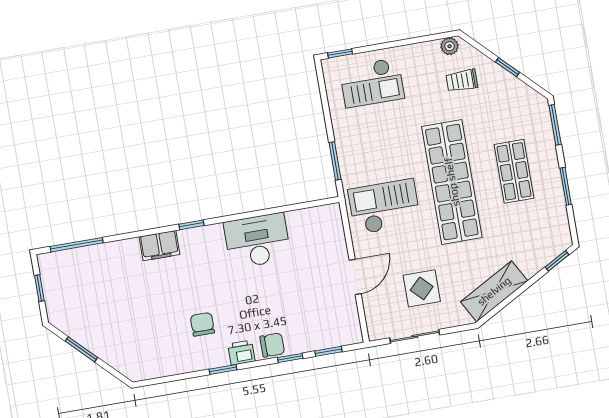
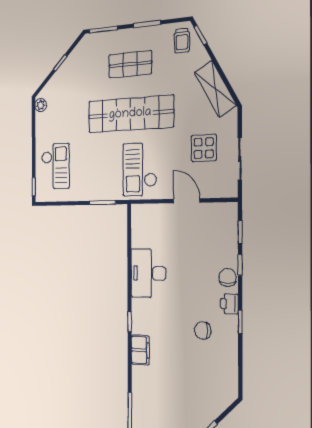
trolley: (462, 80) -> (182, 41), moved

